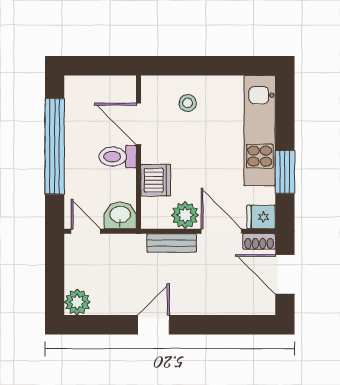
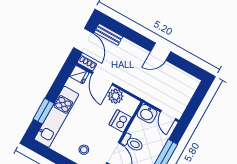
window: (285, 172) -> (44, 111), moved
bench: (172, 243) -> (108, 34), moved
plant: (77, 302) -> (191, 83), removed

